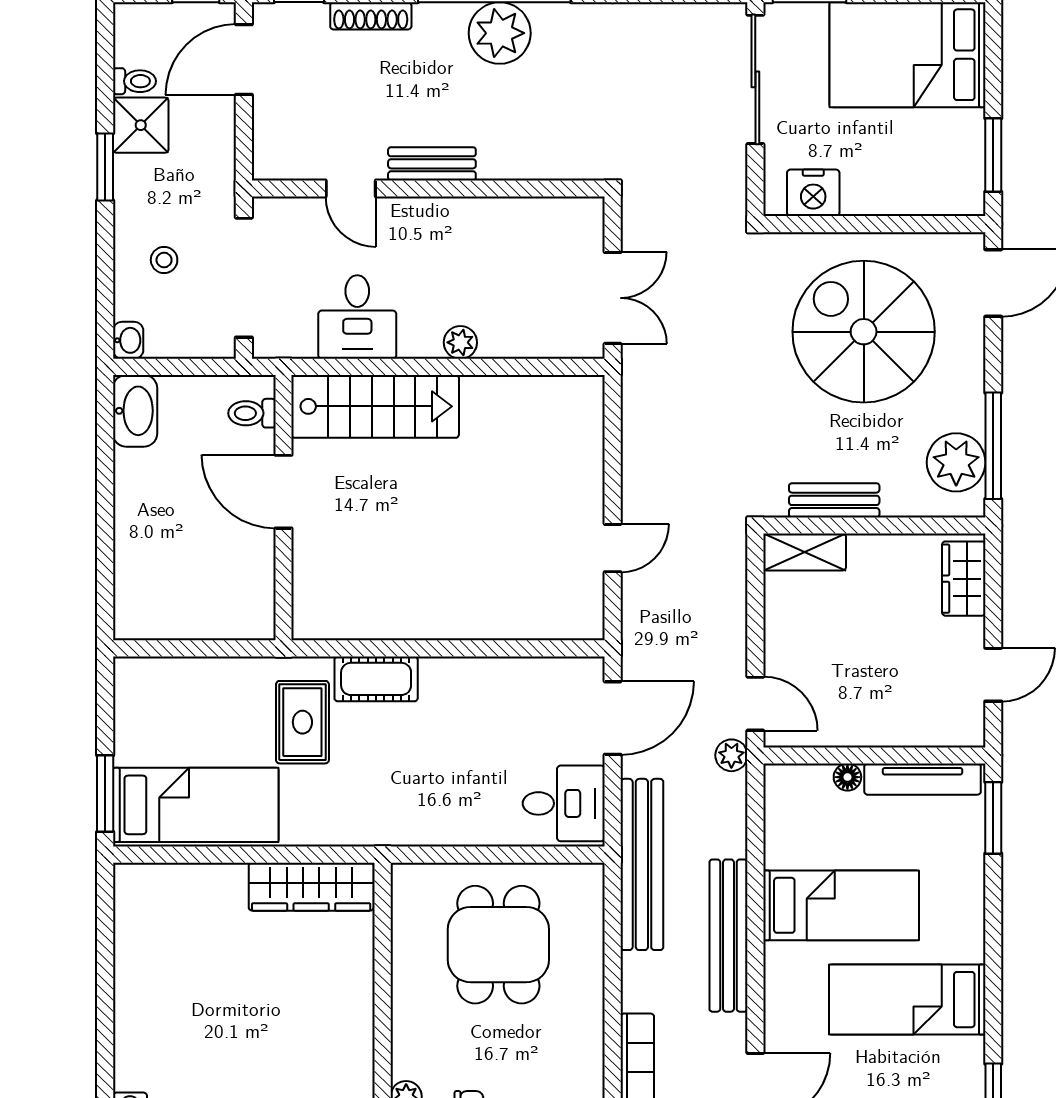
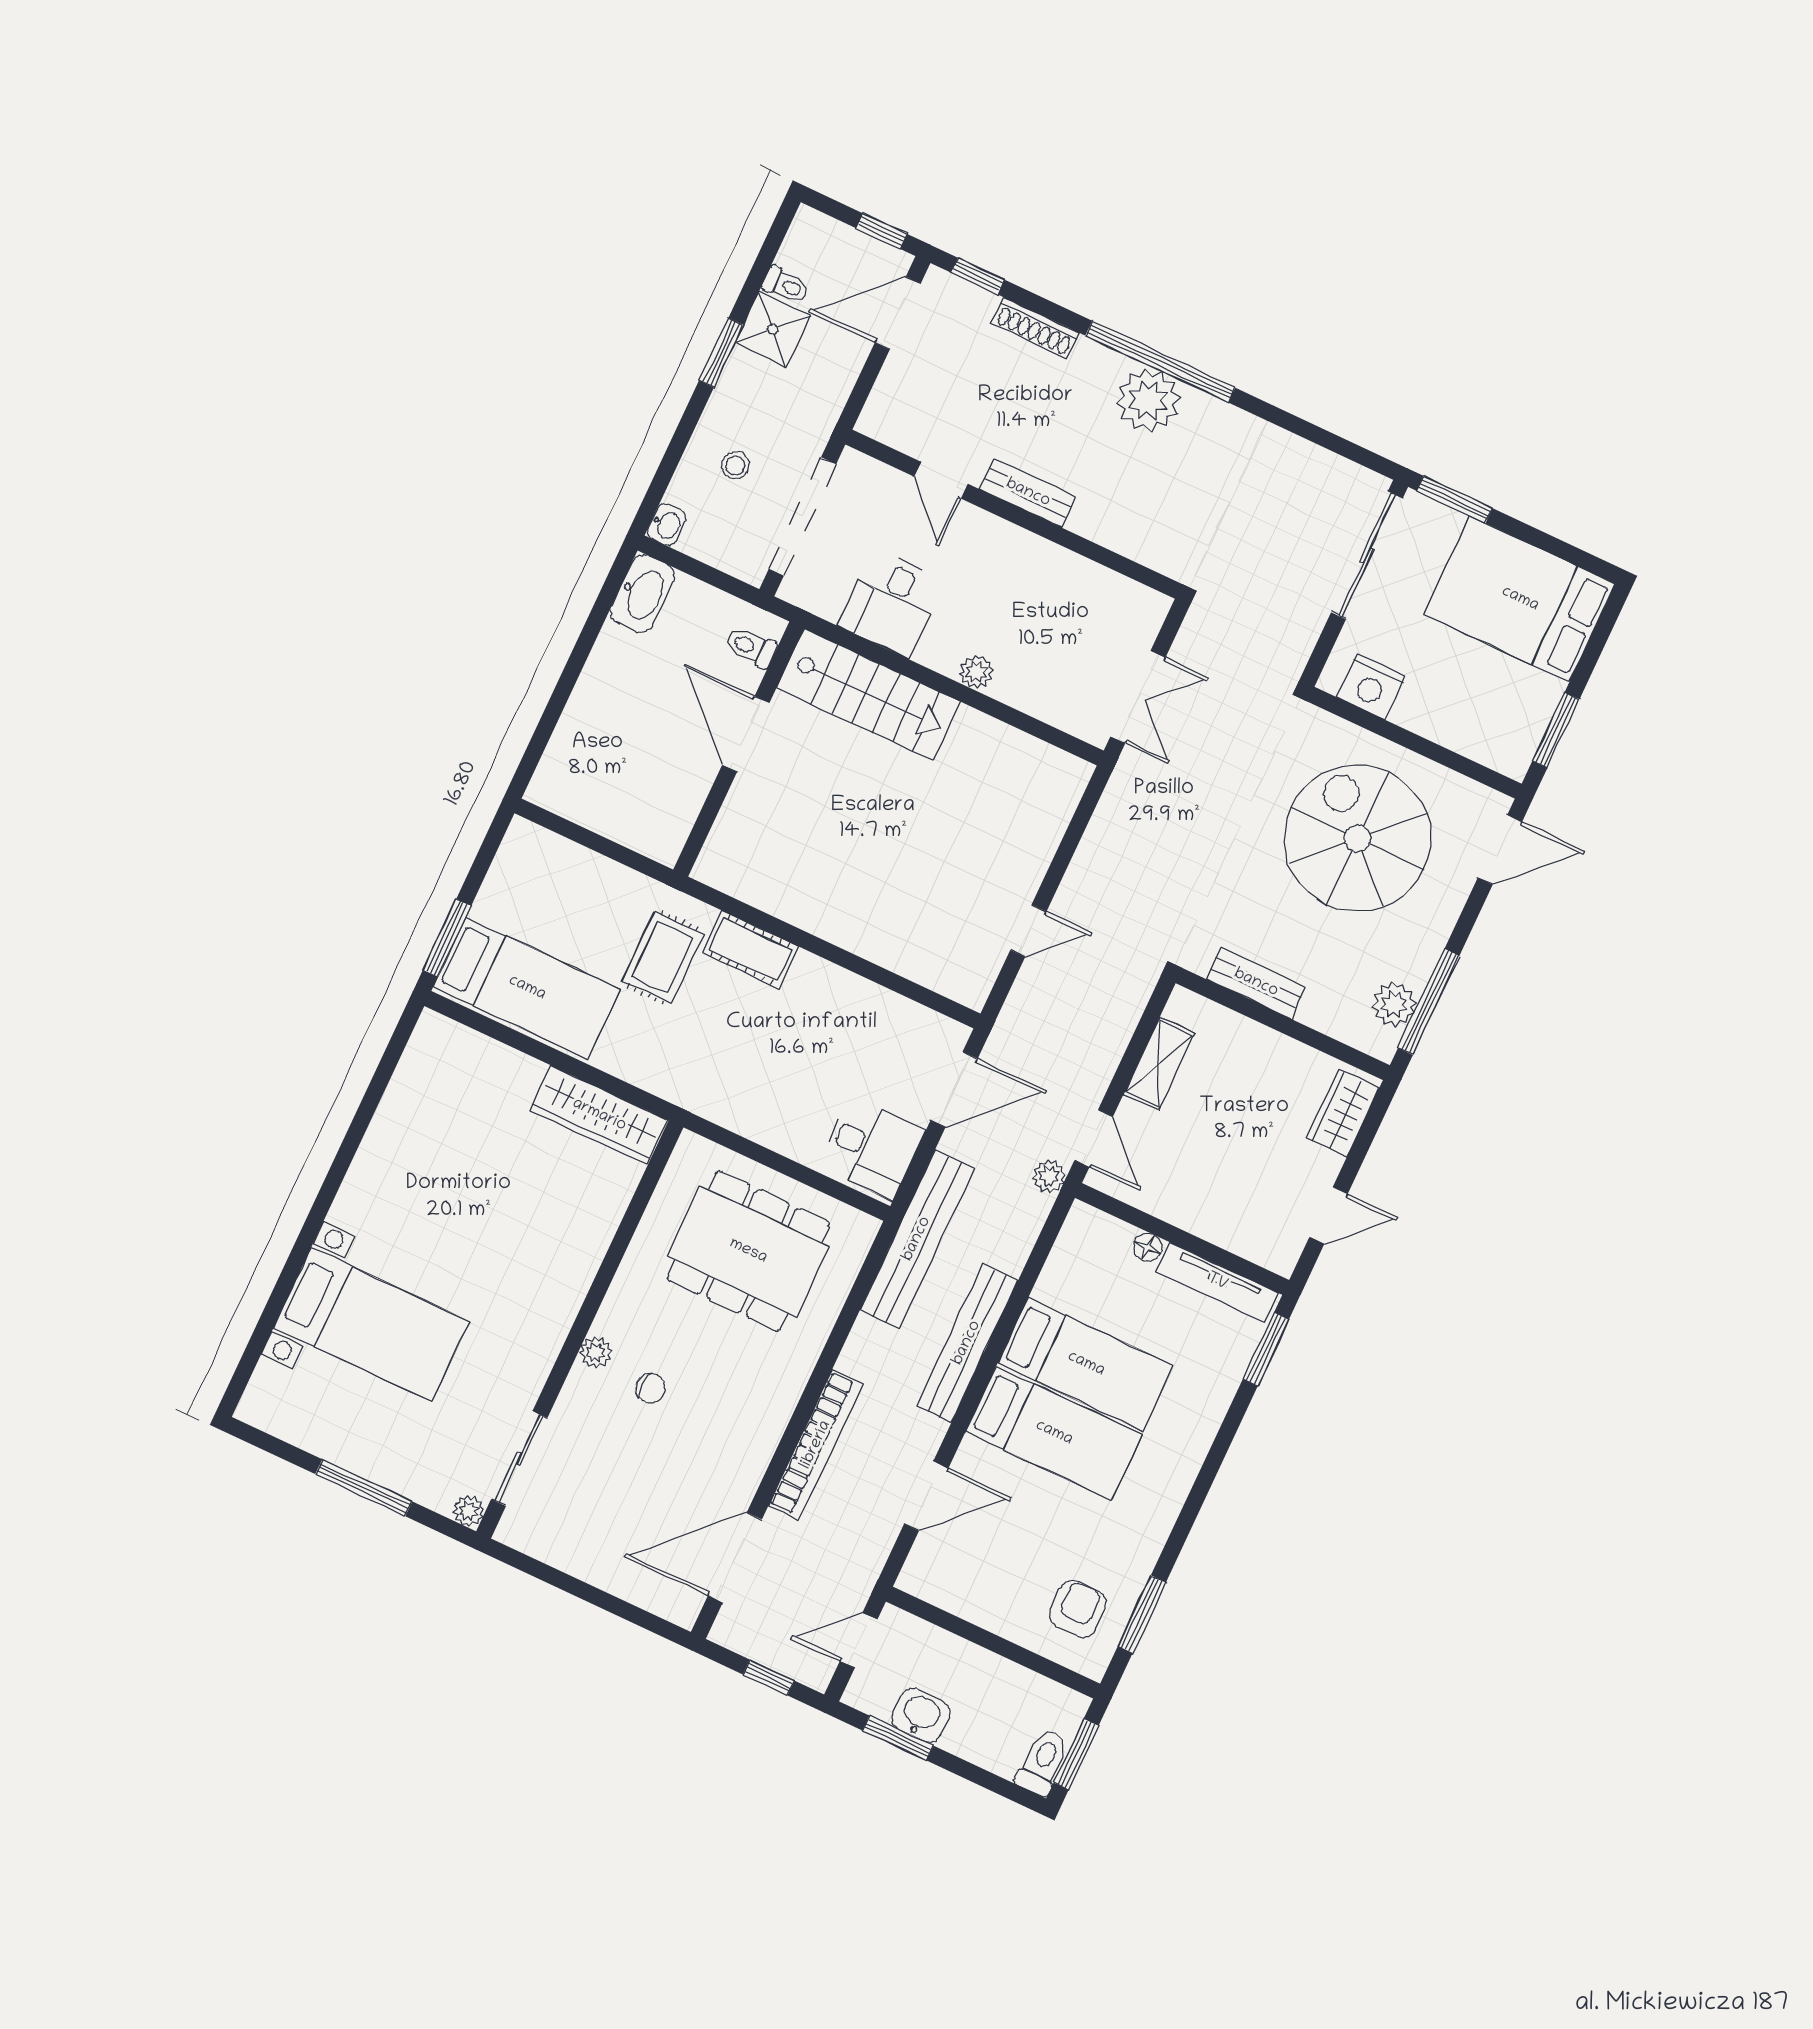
plant: (956, 462) -> (1394, 1004), width x0.73, depth x0.73
shelving: (805, 552) -> (1159, 1064), moved, turned 90
dining table: (498, 945) -> (748, 1251), width x1.38
bed: (907, 1000) -> (1054, 1433), moved, turned 180

